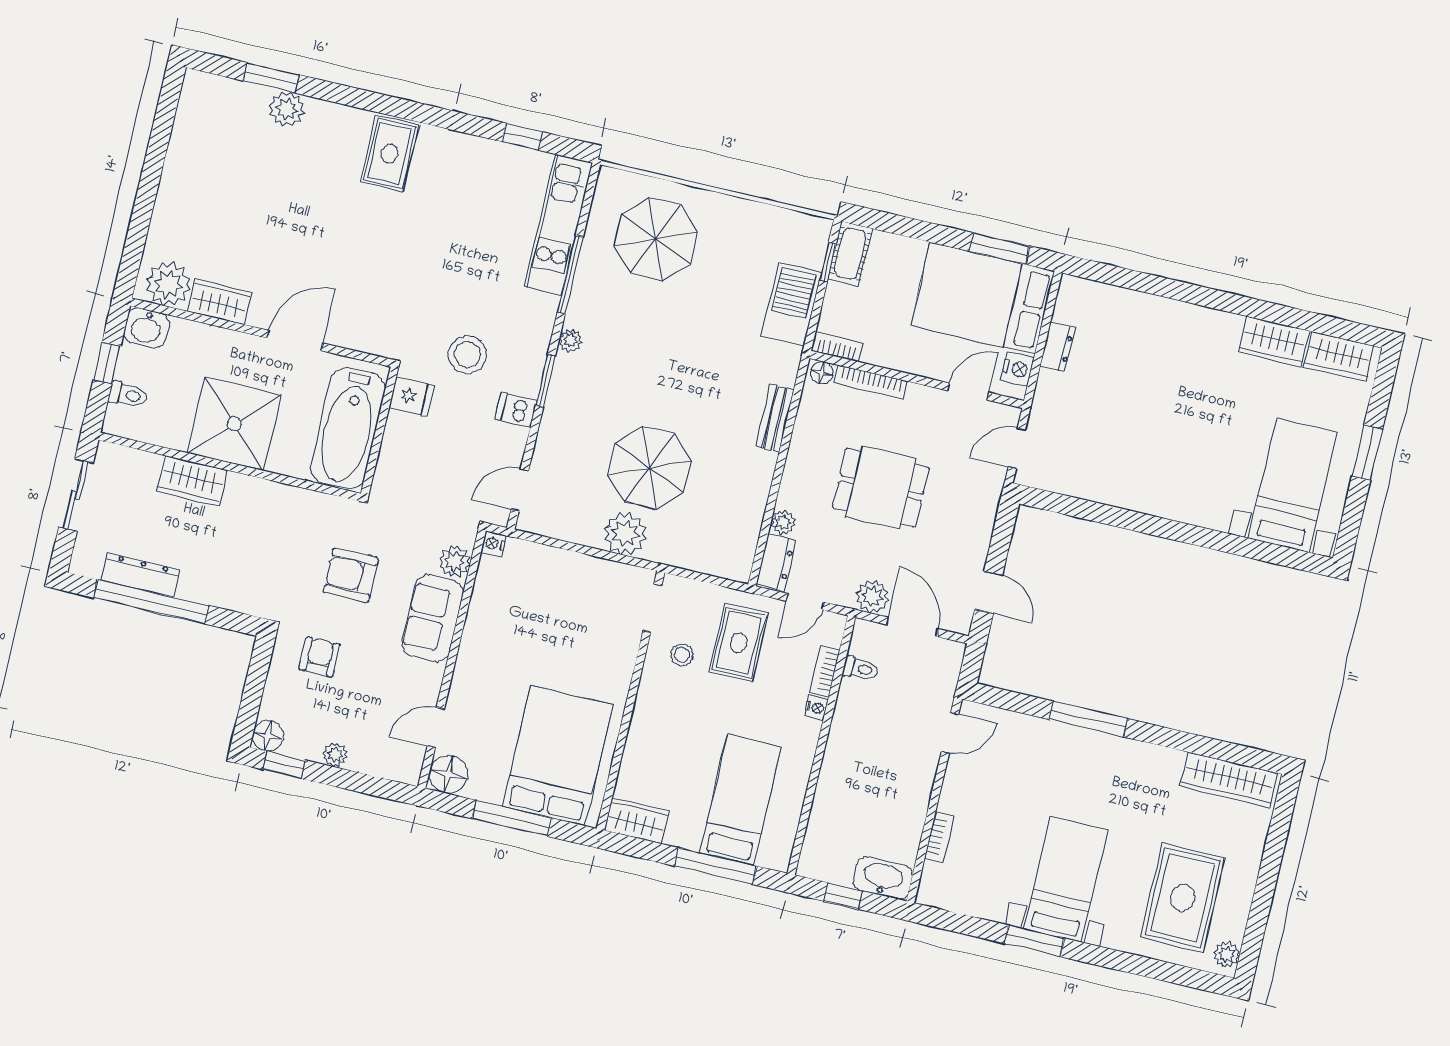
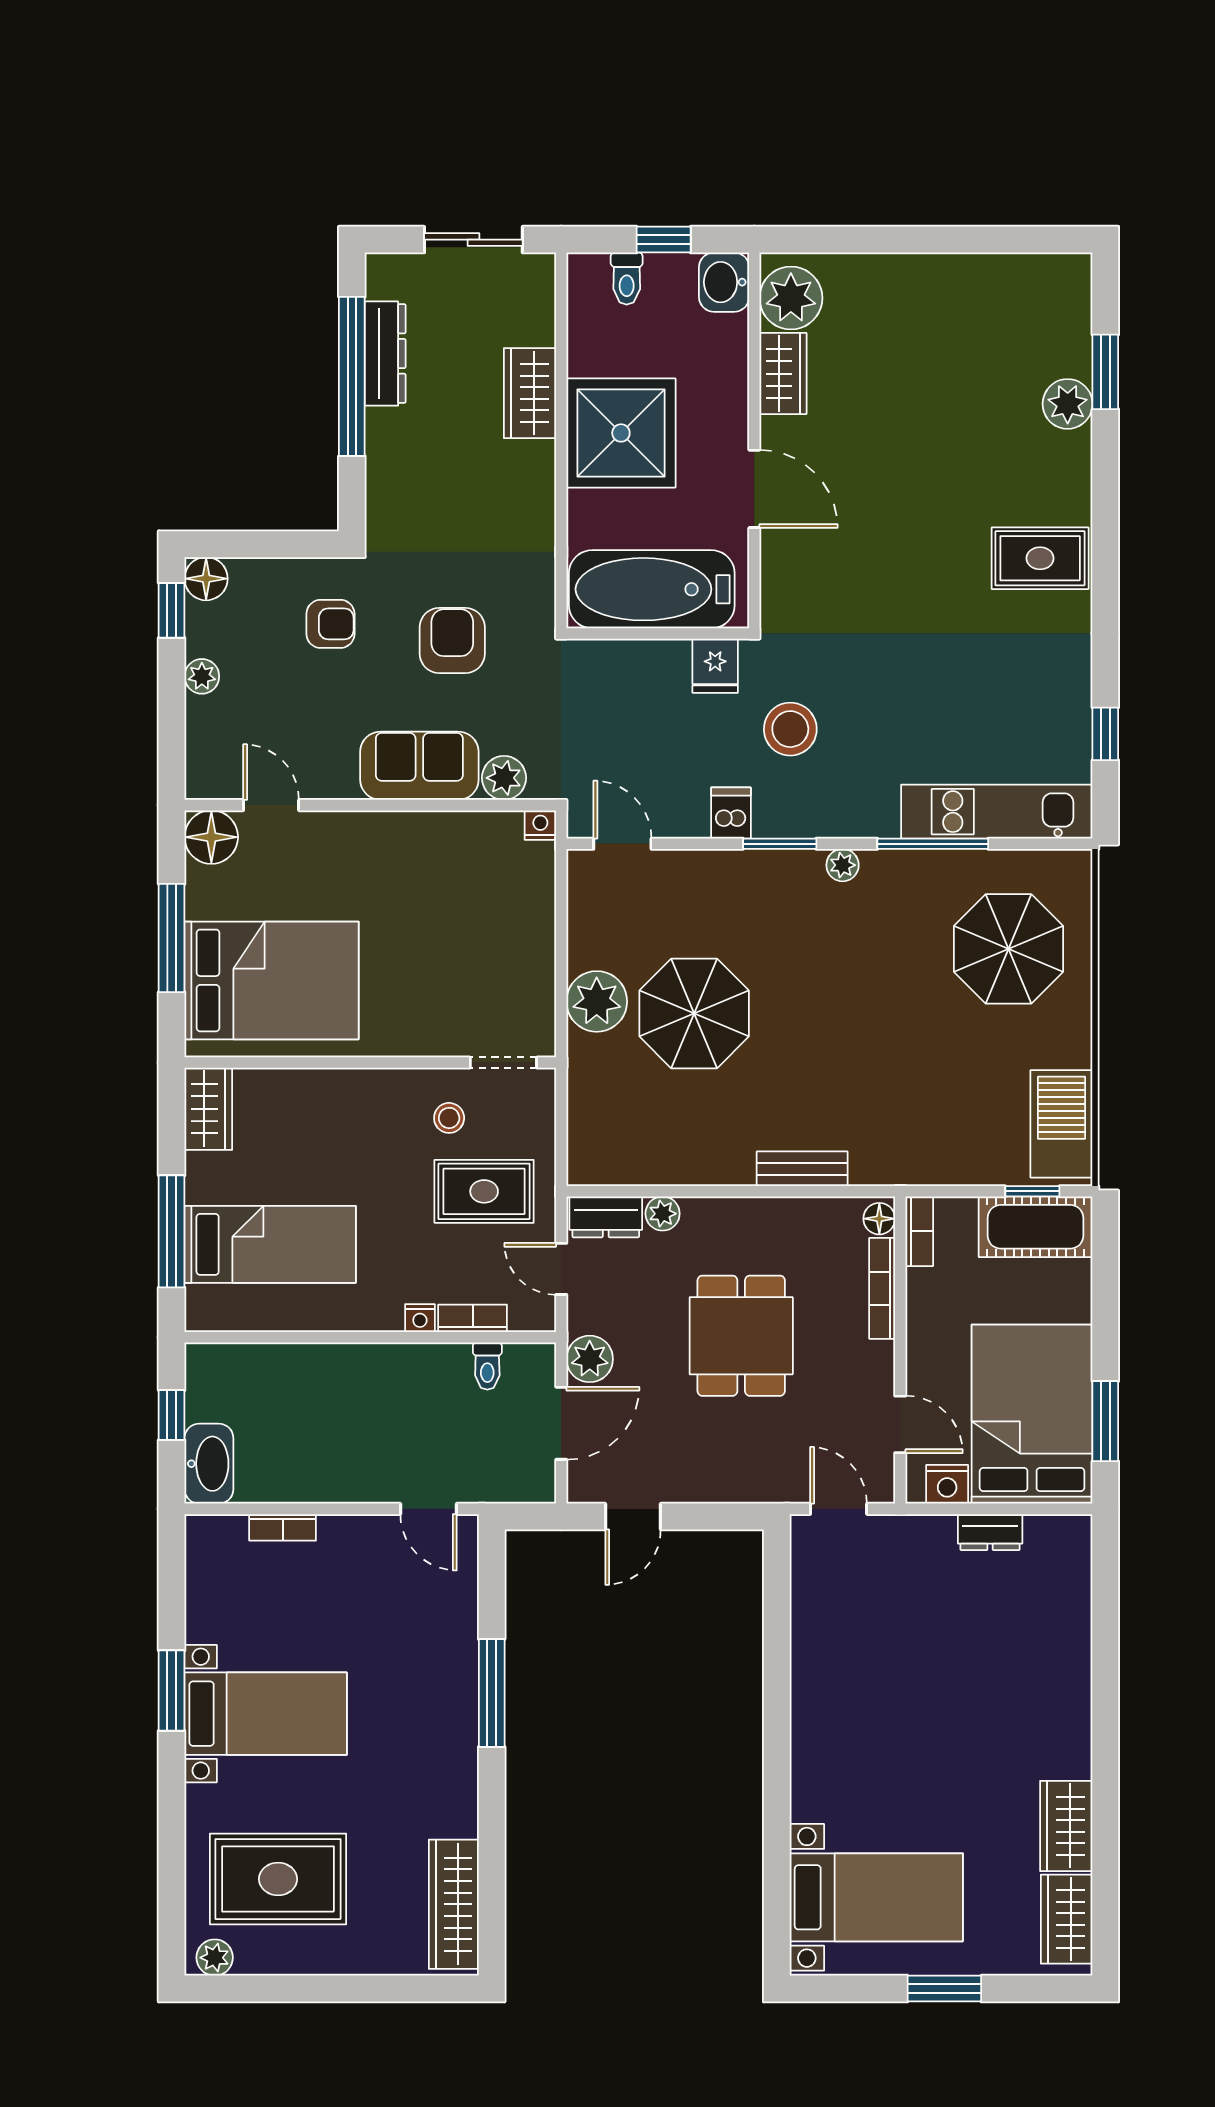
cot: (850, 254) -> (1035, 1227), width x1.37, depth x1.34
barbecue: (791, 304) -> (1061, 1124), moved, turned -90

